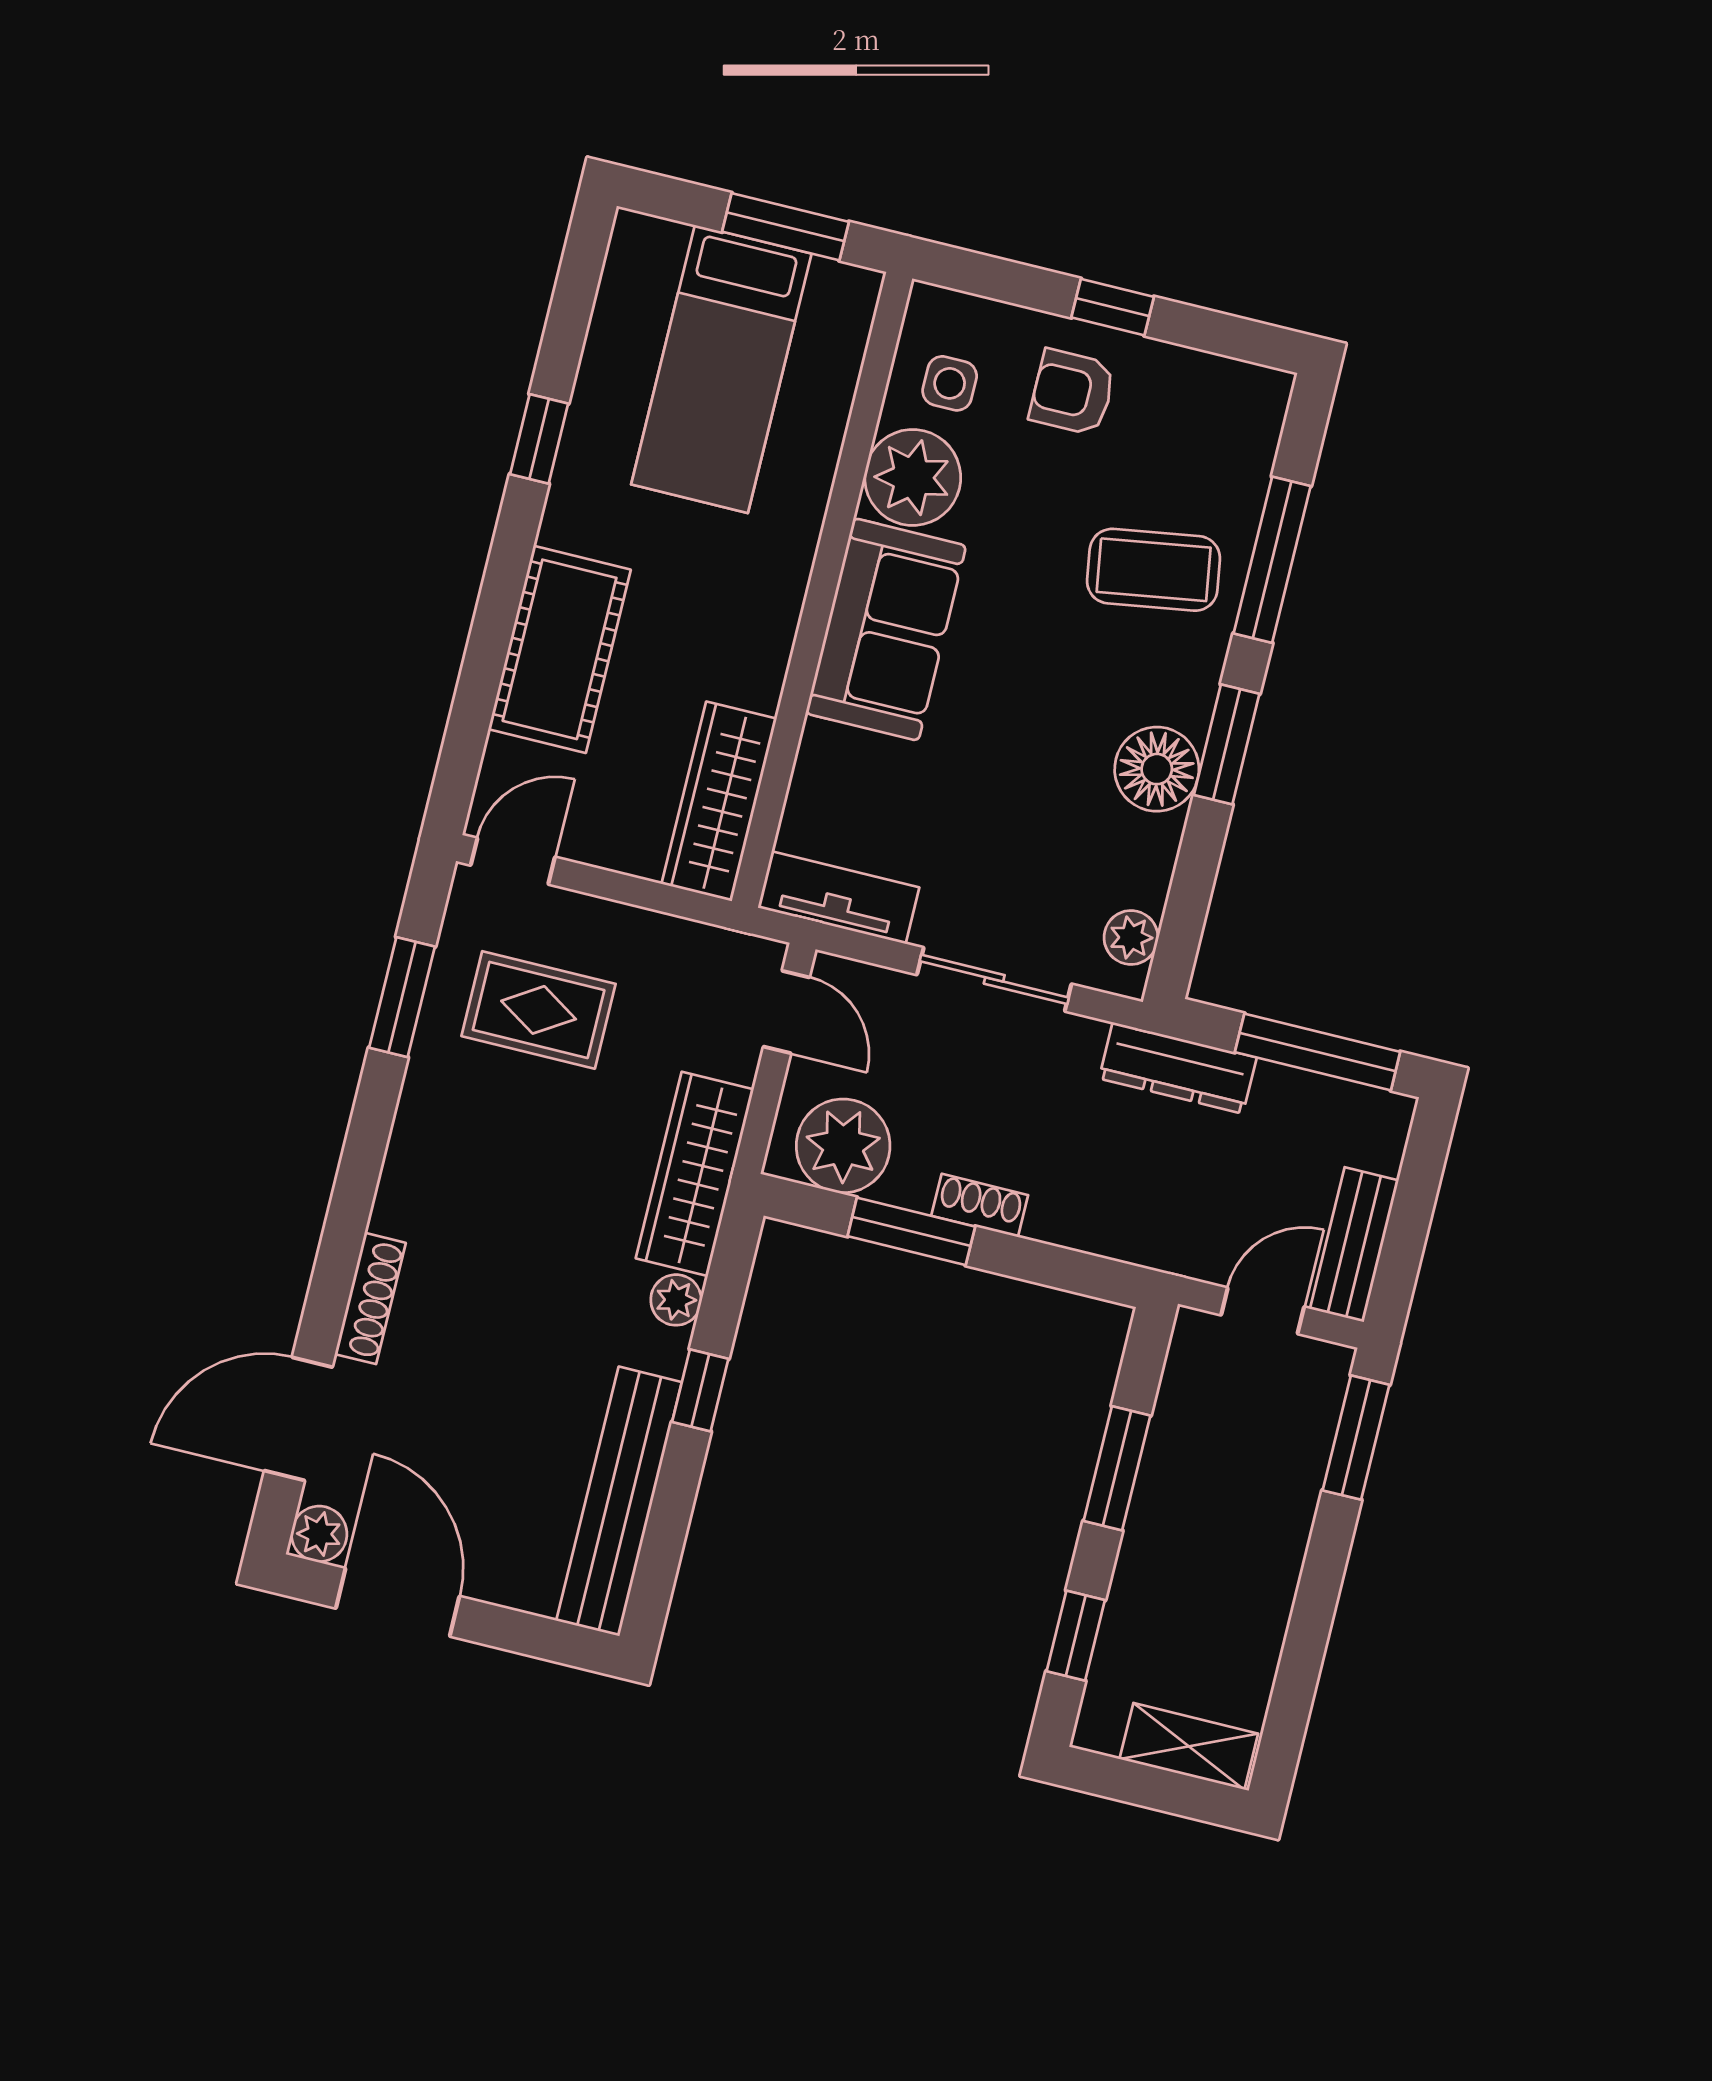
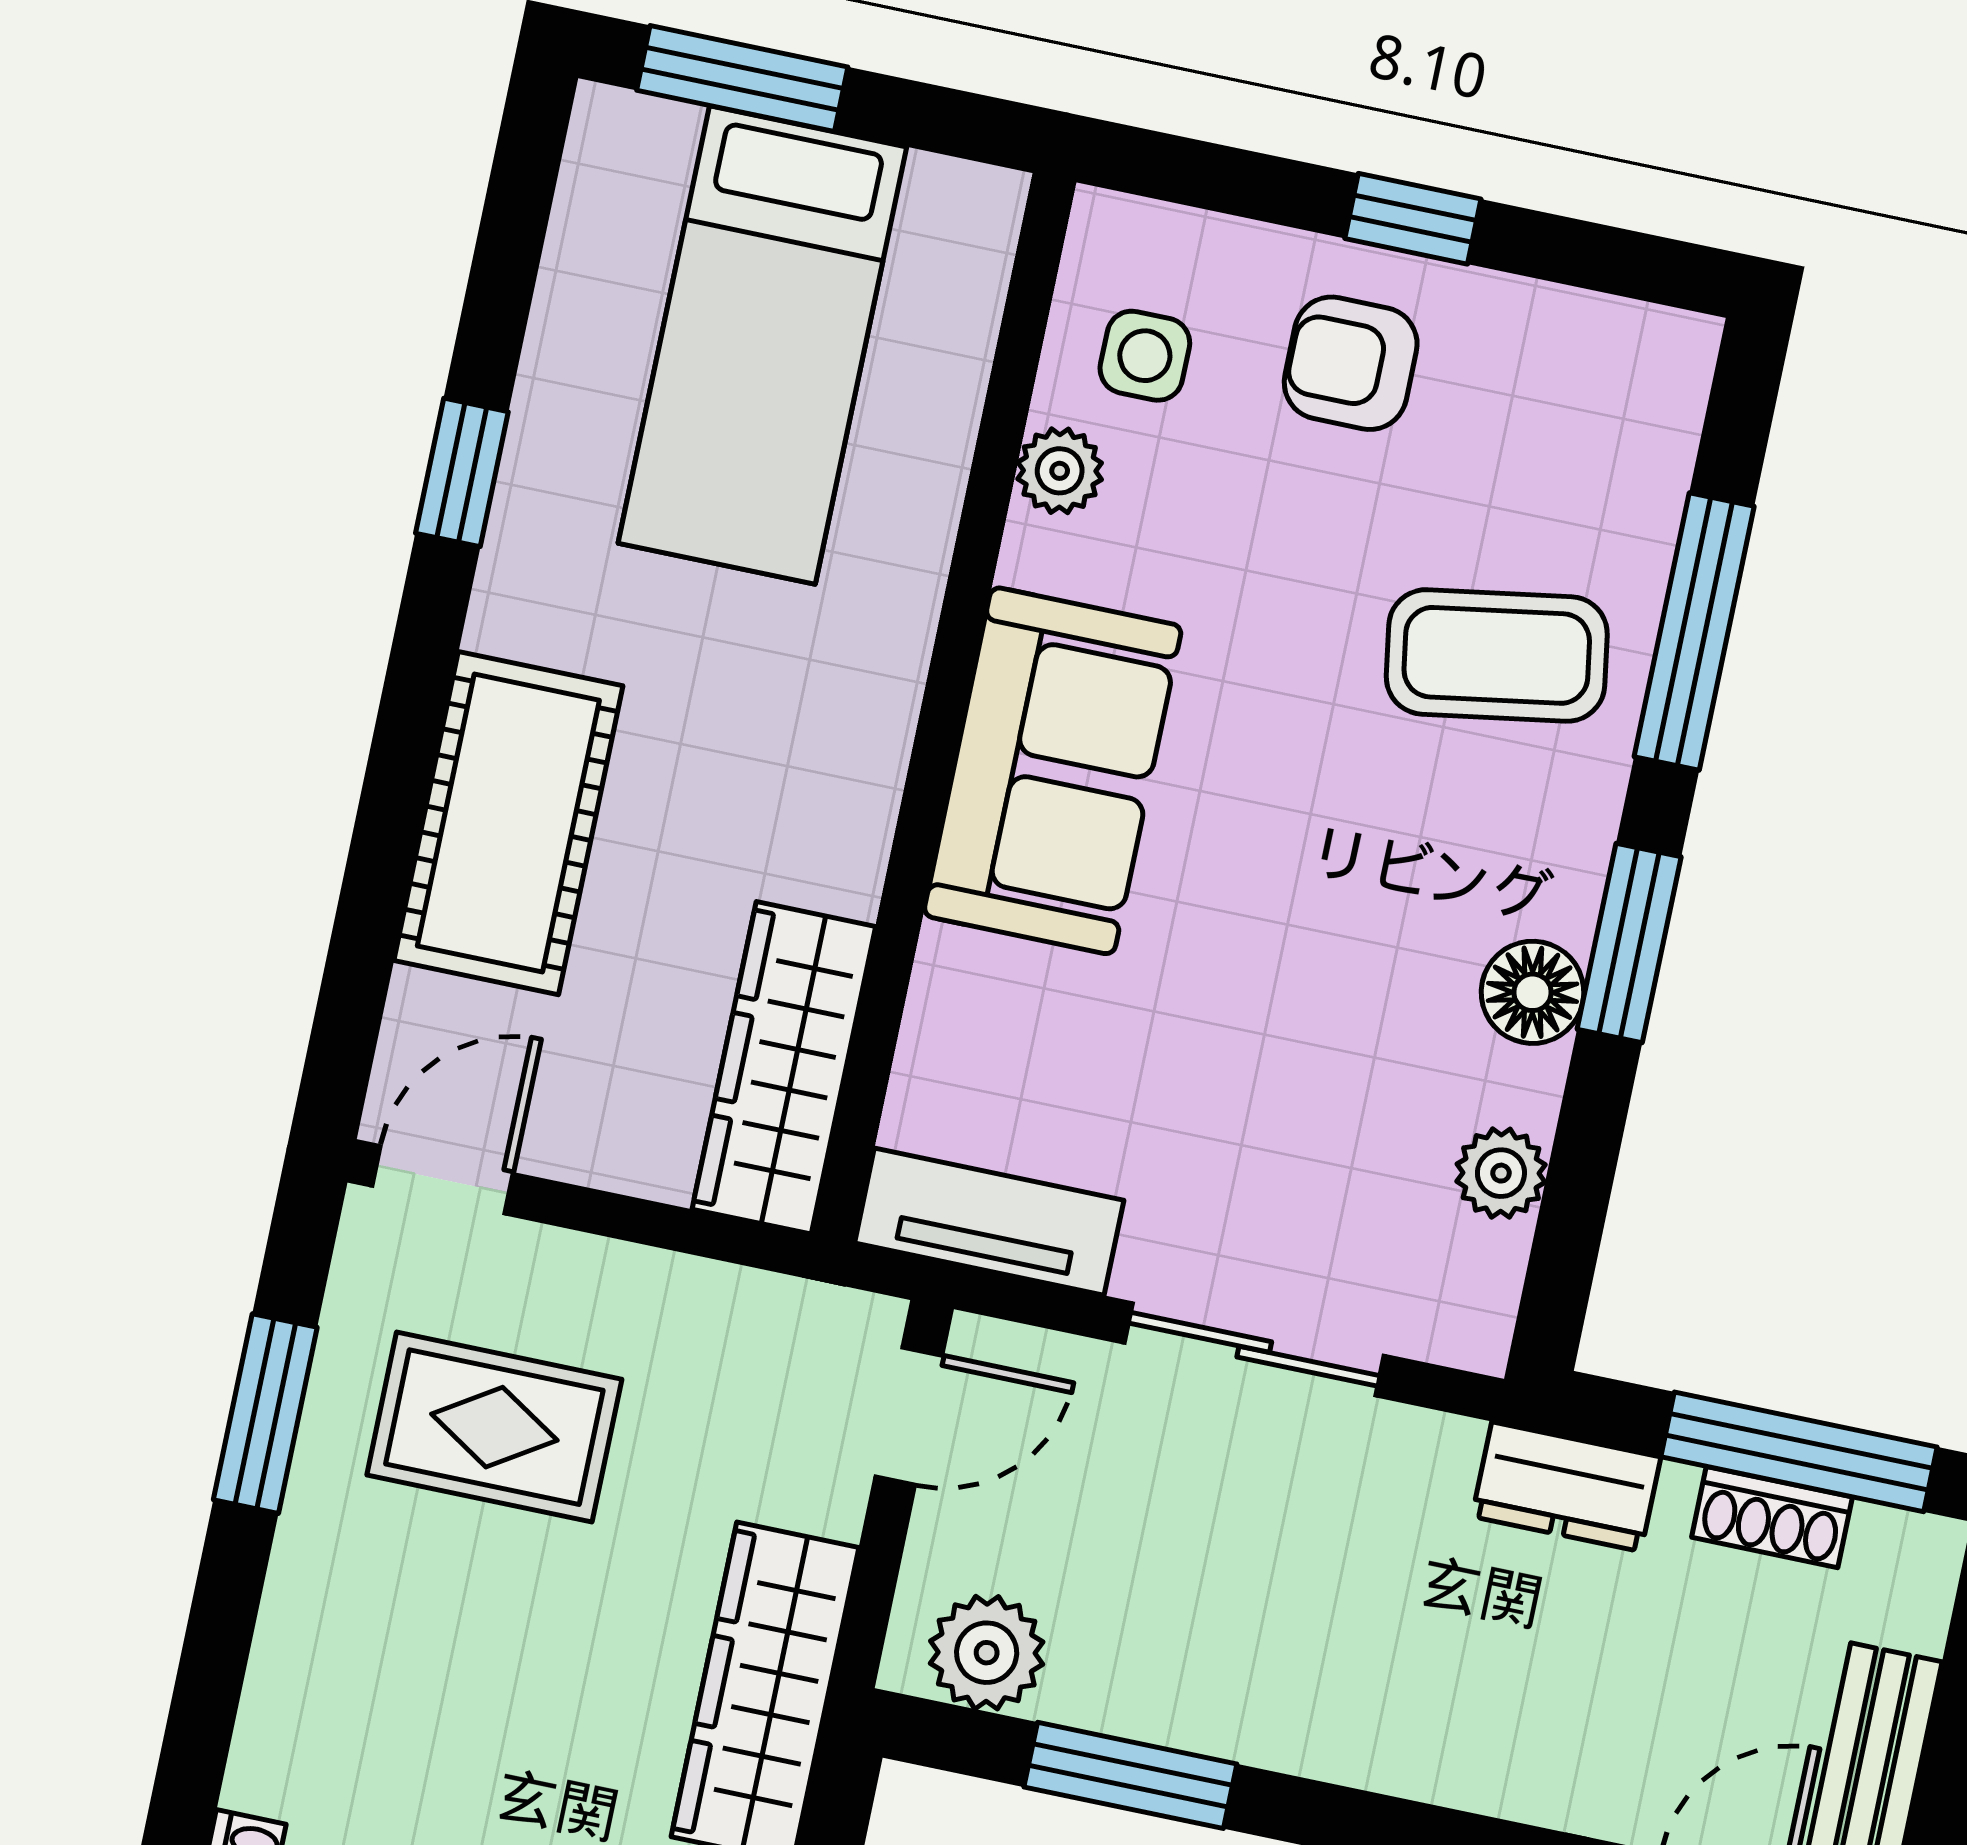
window: (785, 227) -> (742, 79), moved
plant: (913, 477) -> (1060, 471), width x0.53, depth x0.53
floor lamp: (1157, 769) -> (1533, 992), width x0.73, depth x0.73
plant: (1131, 938) -> (1501, 1173), moved
door: (786, 1012) -> (909, 1416), hinge flipped
dresser: (1178, 1068) -> (1566, 1487), width x0.70
plant: (843, 1146) -> (987, 1653), width x0.73, depth x0.73
shoe rack: (980, 1205) -> (1772, 1517), moved, turned 180

